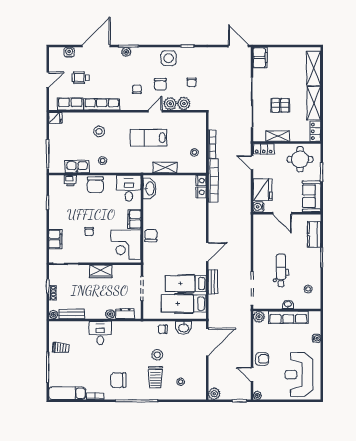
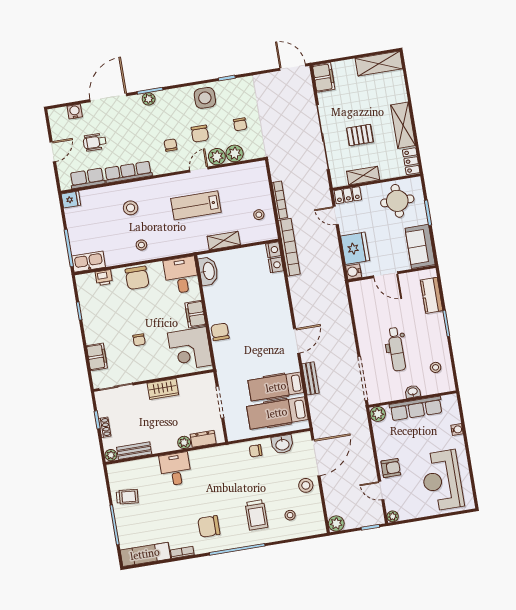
shelving: (314, 68) -> (379, 64), moved, turned 90
kitchen sink: (77, 167) -> (89, 262), moved
dental chair: (281, 270) -> (396, 349), turned 180
stool: (157, 355) -> (306, 485), moved

